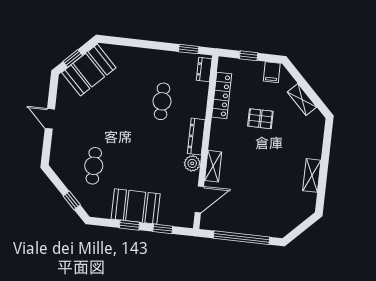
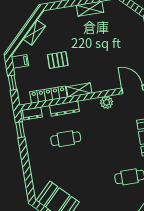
pallet: (260, 119) -> (58, 60), turned 90
dresser: (196, 137) -> (65, 108), moved
shelving: (213, 166) -> (79, 90), moved

